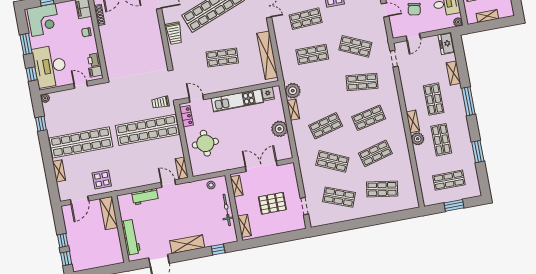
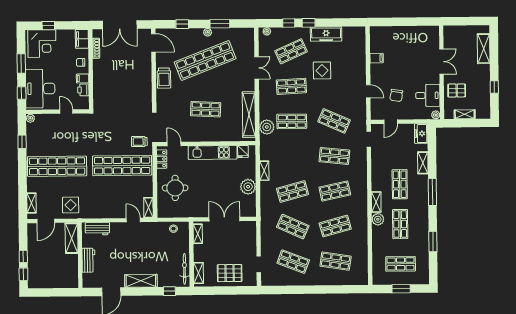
filing cabinet: (96, 72) -> (83, 78), moved
plant: (293, 91) -> (267, 127), moved
shelving: (59, 171) -> (31, 203), moved
workbench: (145, 197) -> (97, 229), moved
pallet: (272, 203) -> (230, 273), moved
bicycle: (227, 210) -> (184, 269), moved
workbench: (131, 237) -> (88, 260), width x0.73

